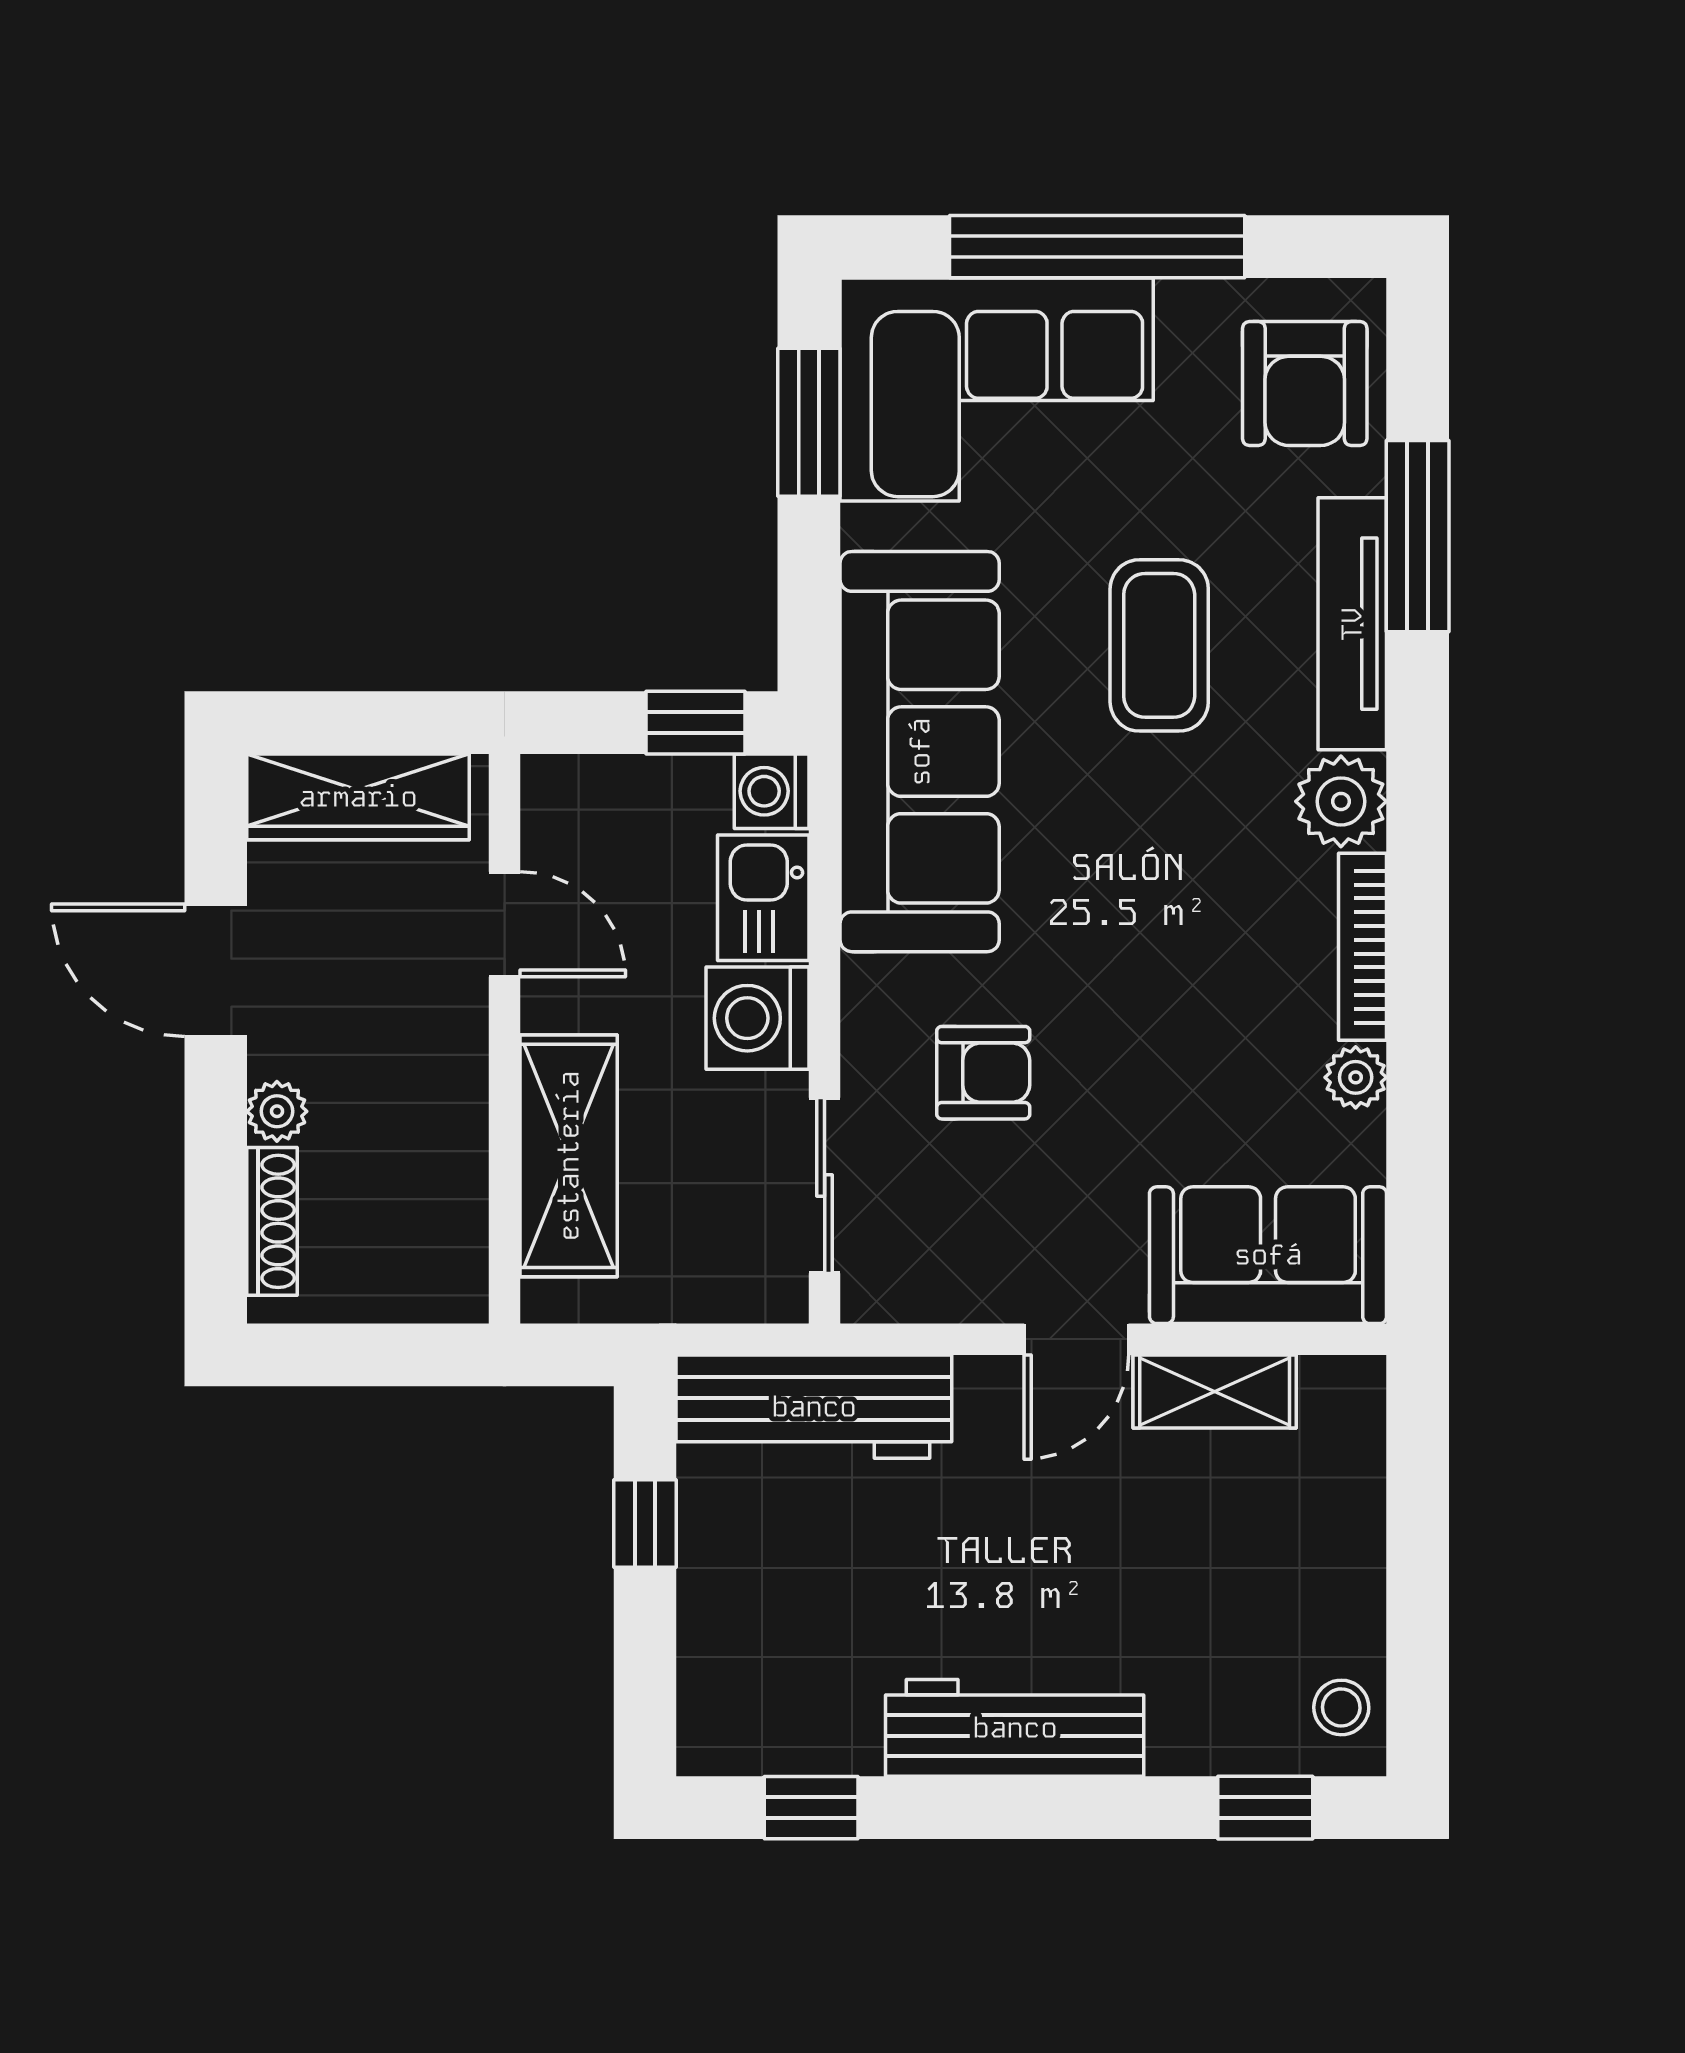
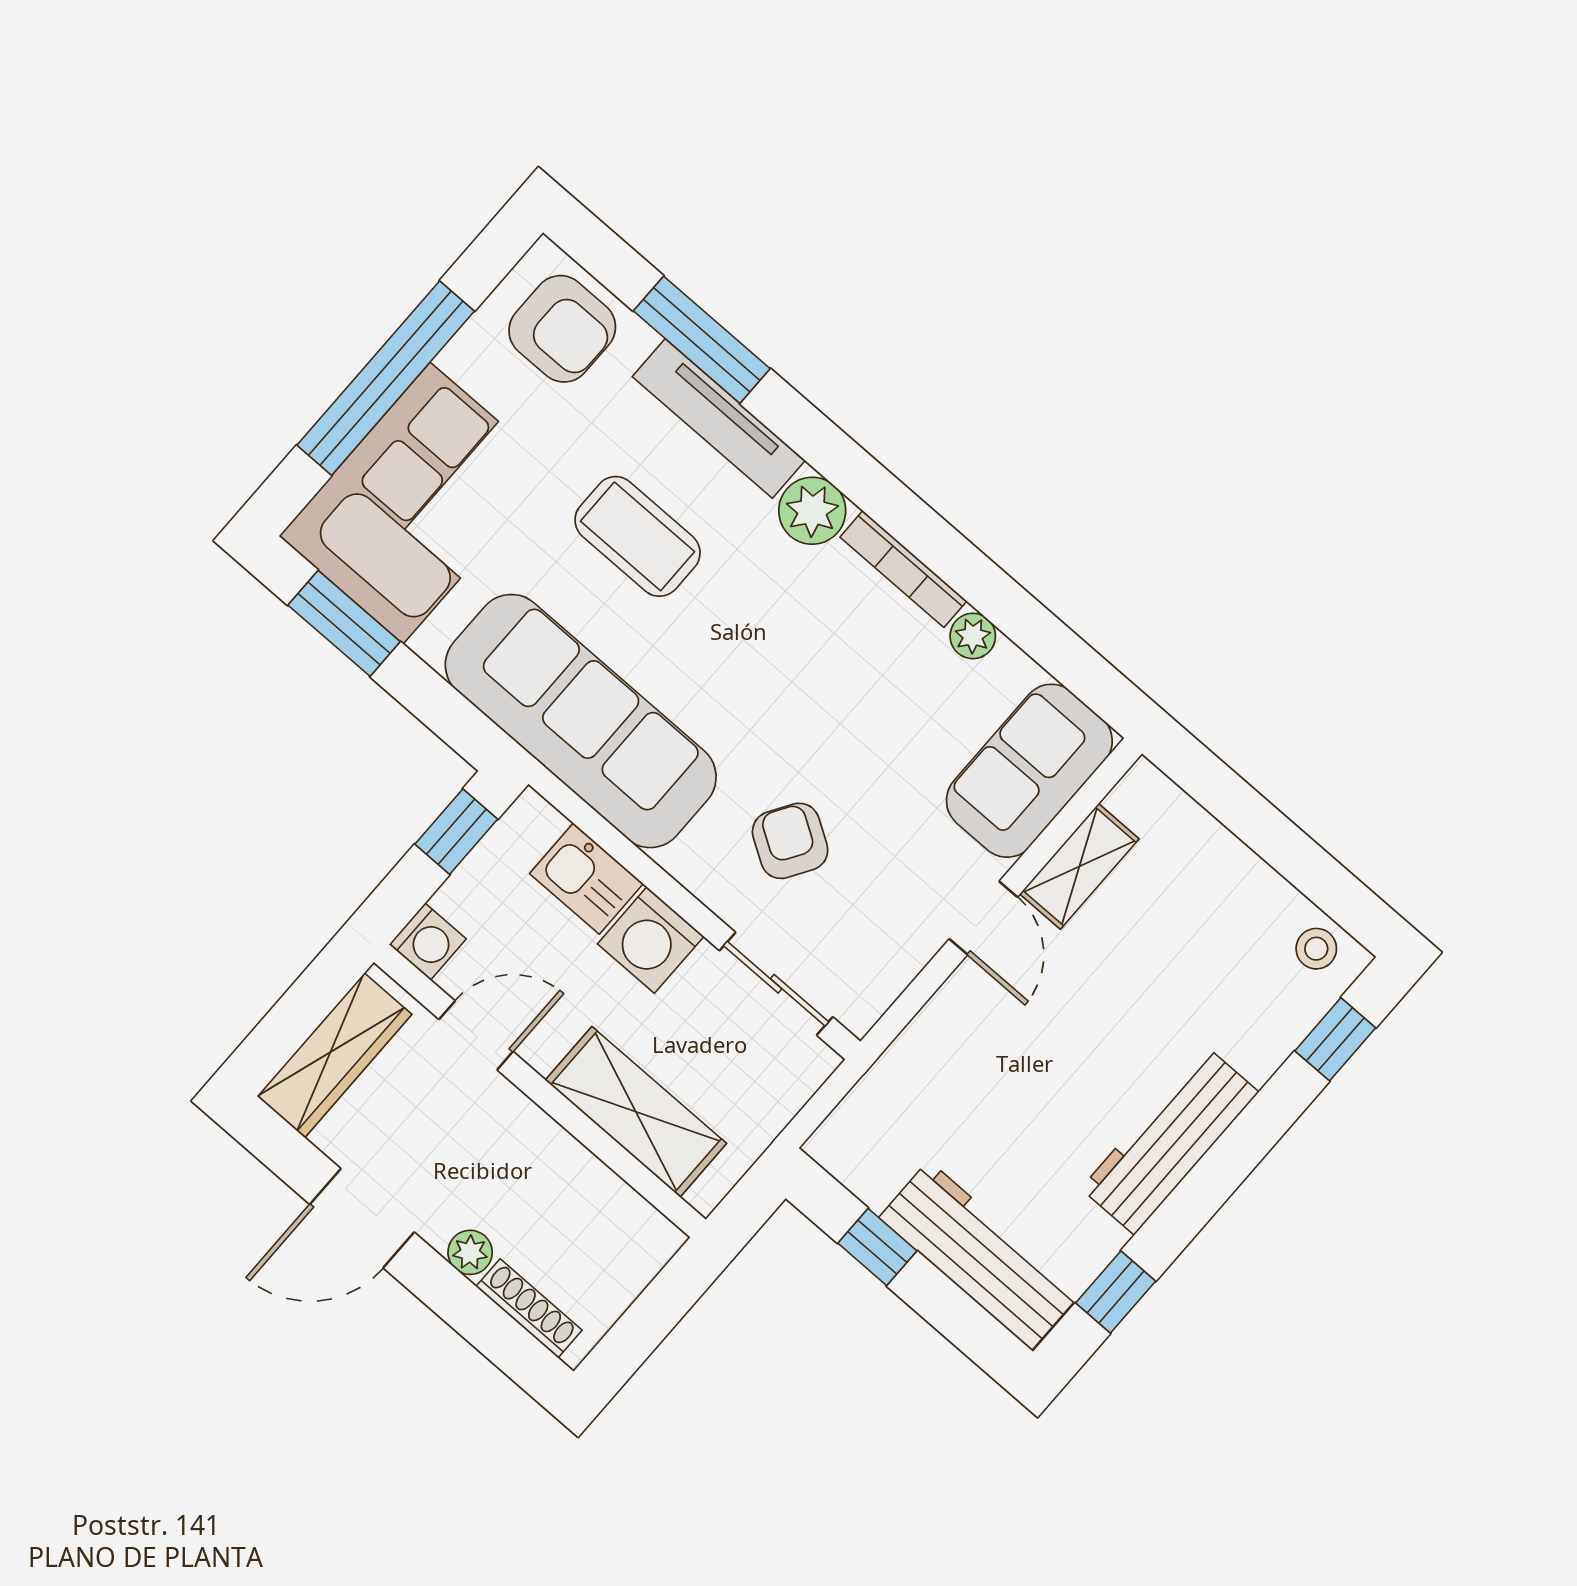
washing machine: (772, 791) -> (428, 942), moved, turned -90
armchair: (983, 1073) -> (790, 841), turned -58
workbench: (814, 1407) -> (980, 1255), moved, turned -90

